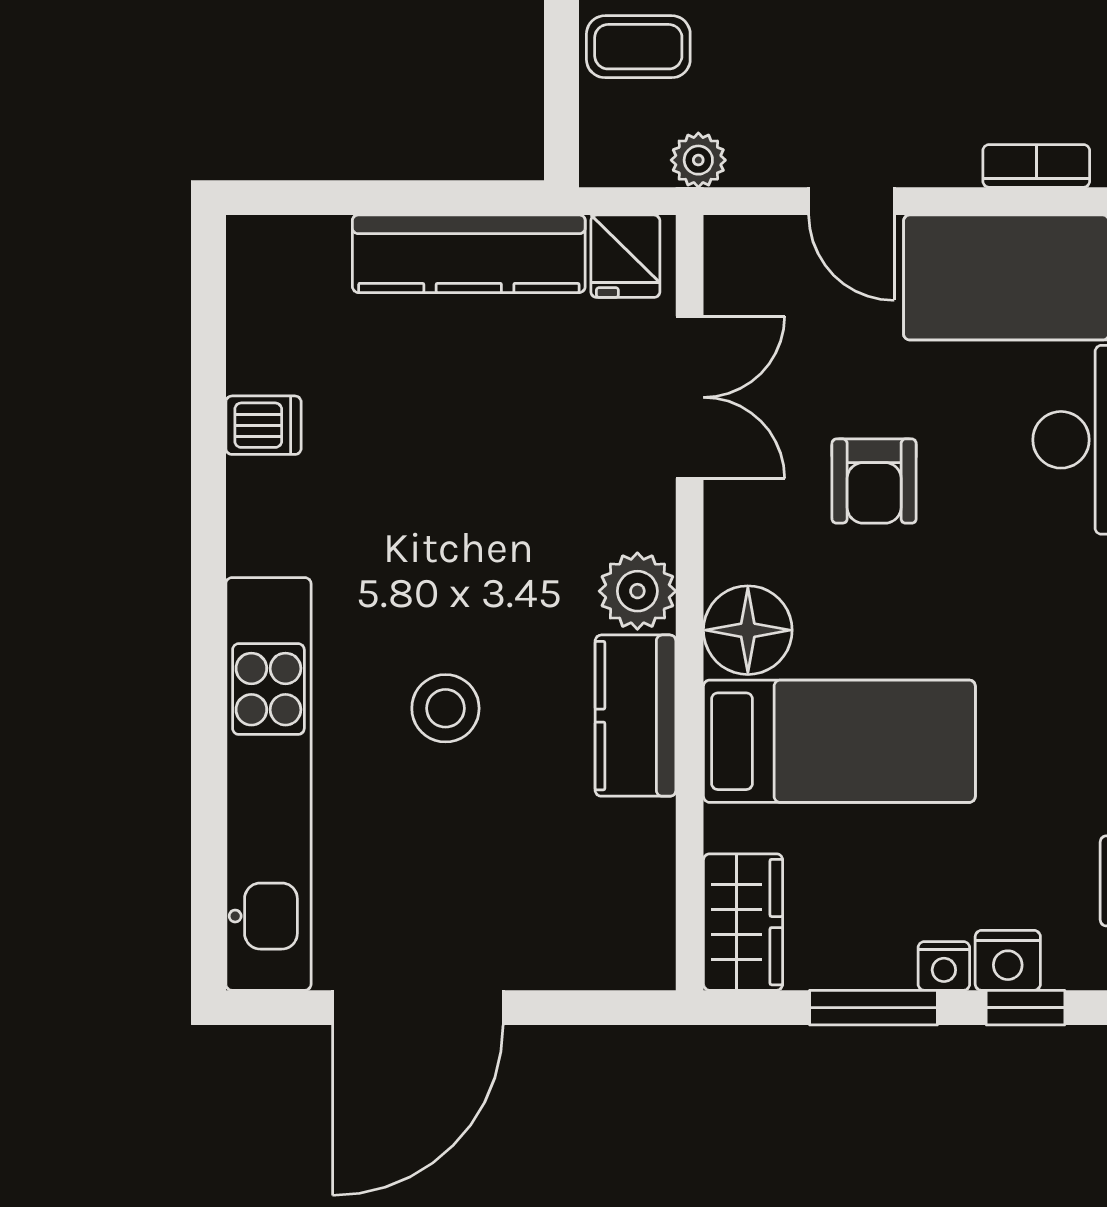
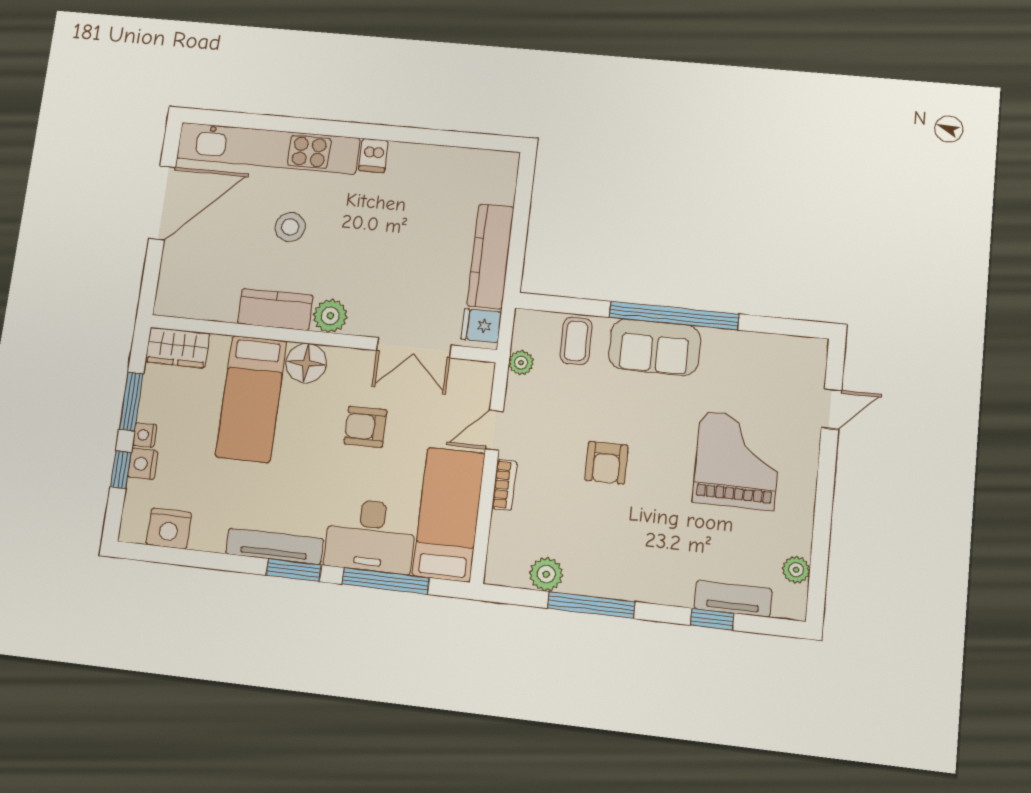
bookcase: (1036, 166) -> (504, 485), moved
dishwasher: (263, 425) -> (373, 155), moved
door: (418, 1008) -> (162, 203), swing flipped

